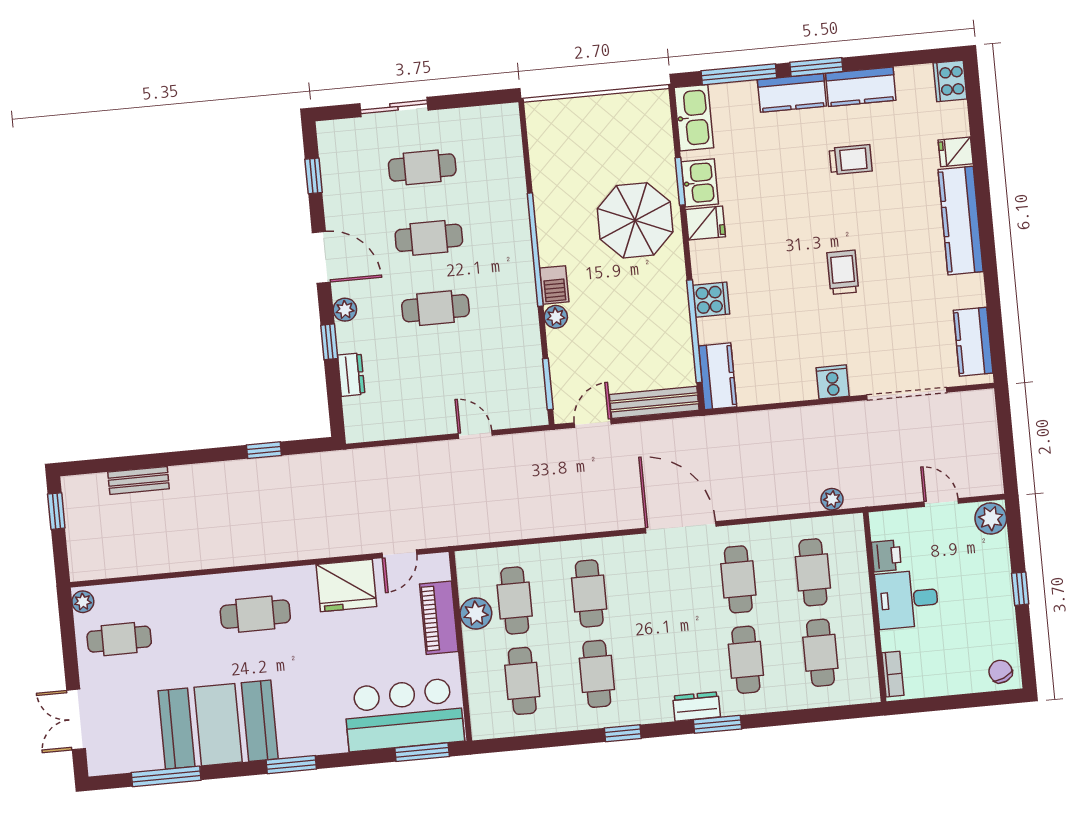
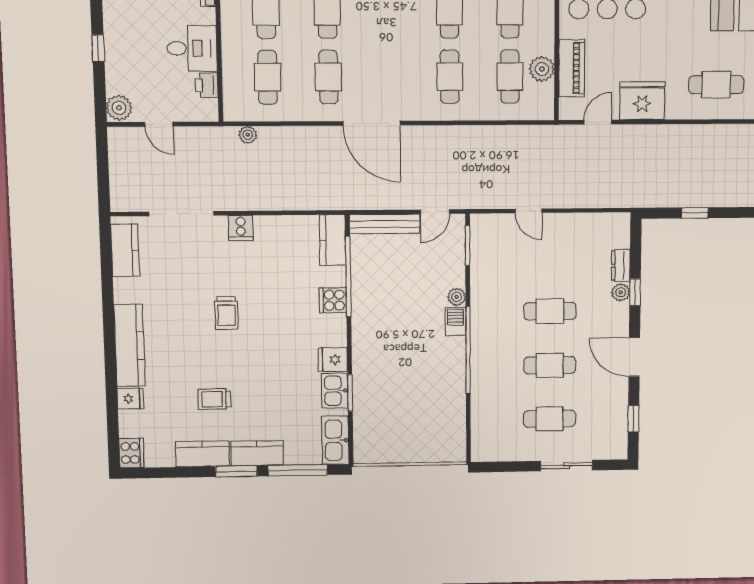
parasol: (635, 220) -> (388, 366), removed
plant: (345, 310) -> (621, 292), moved

